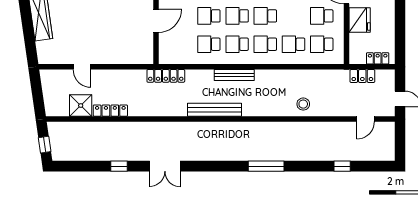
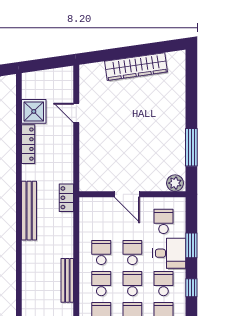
door: (82, 67) -> (76, 113), hinge flipped
locker: (166, 76) -> (66, 198), width x0.66
bench: (215, 110) -> (29, 211), moved

